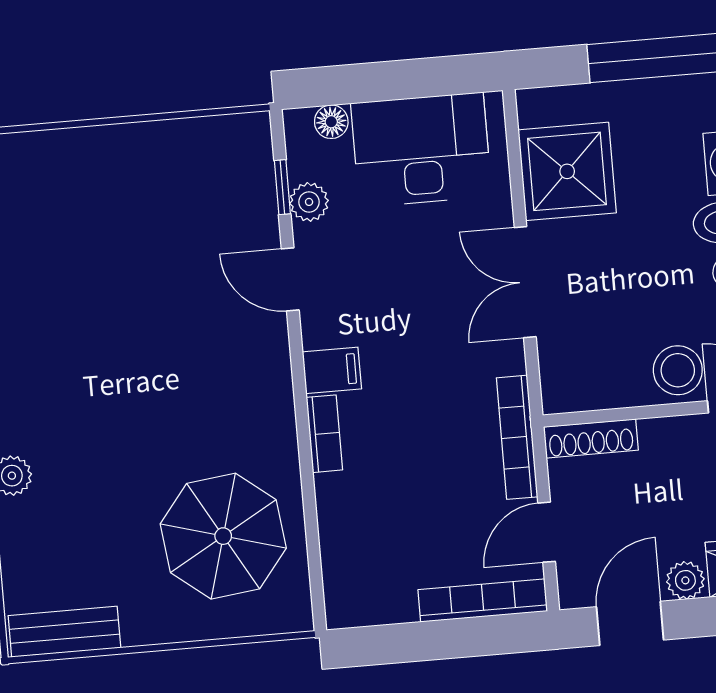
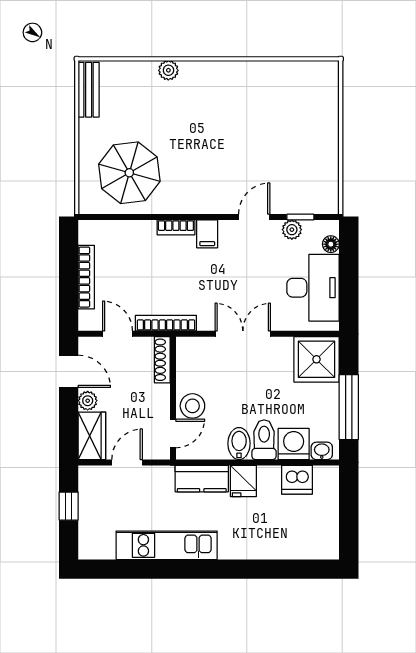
shower: (567, 171) -> (317, 359), moved
bookcase: (483, 600) -> (86, 277), moved

